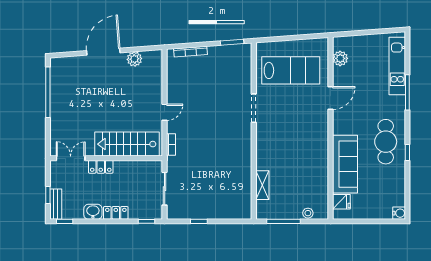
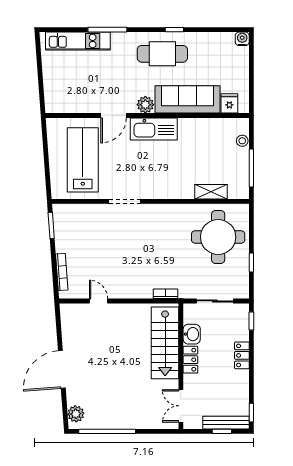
door: (103, 52) -> (62, 369), hinge flipped
plant: (340, 58) -> (145, 105), moved
plant: (134, 59) -> (76, 414), moved
door: (331, 98) -> (114, 115), swing flipped
door: (165, 112) -> (99, 301), moved
kitchen sink: (318, 134) -> (154, 129), added
locker: (101, 167) -> (190, 360), moved
round table: (222, 192) -> (218, 237), added
bench: (56, 204) -> (226, 423), width x1.36
washbasin: (93, 212) -> (192, 334), moved, turned 180

